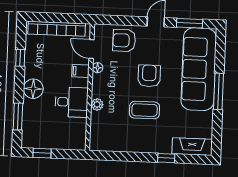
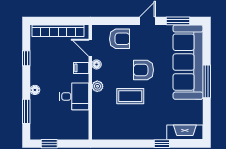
armchair: (124, 40) -> (120, 39), turned 180
armchair: (149, 76) -> (143, 70), turned -90
floor lamp: (33, 89) -> (35, 90), width x0.53, depth x0.53
plant: (97, 104) -> (97, 86), moved
coffee table: (144, 110) -> (130, 96), moved

